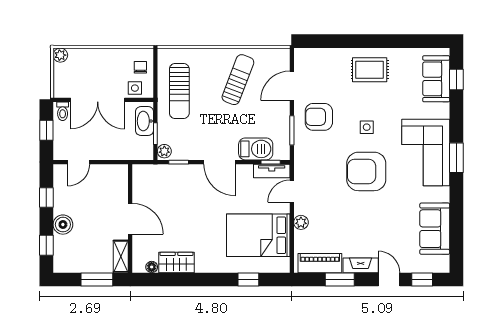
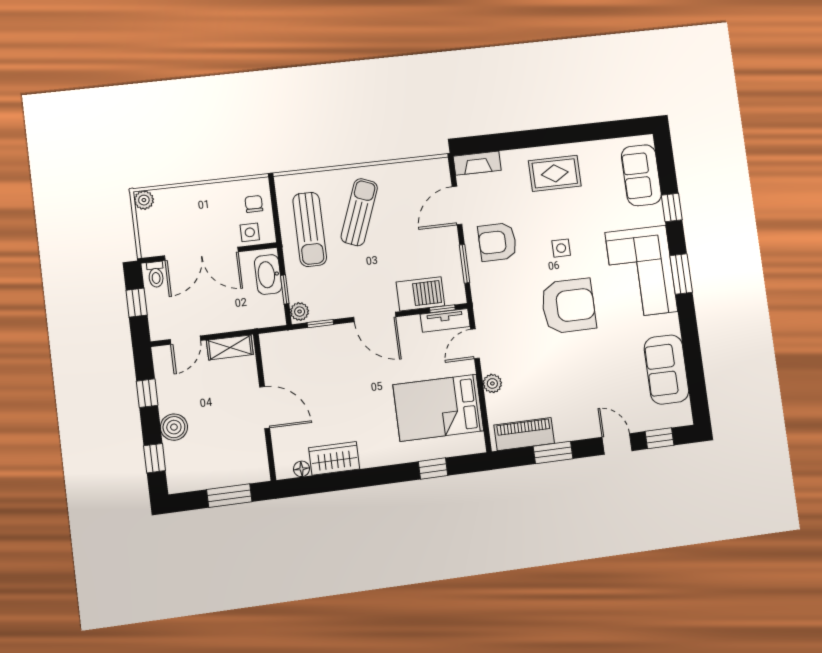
sun lounger: (238, 80) -> (359, 212), moved
window: (456, 80) -> (672, 207), moved
armchair: (366, 171) -> (568, 306), turned 180
shelving: (121, 256) -> (230, 347), moved, turned 90
fireplace: (361, 265) -> (477, 163), moved, turned 180

